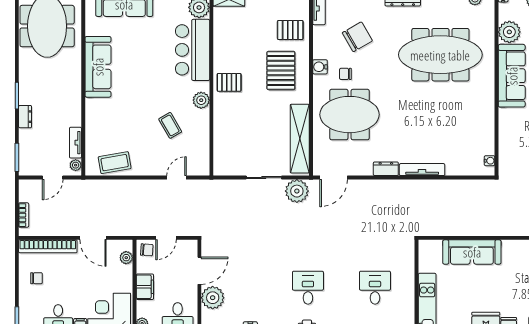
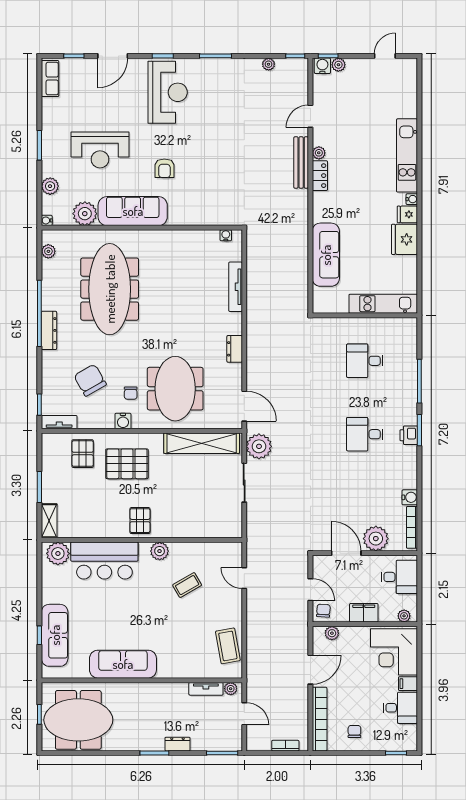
tv unit: (422, 170) -> (236, 287), moved

